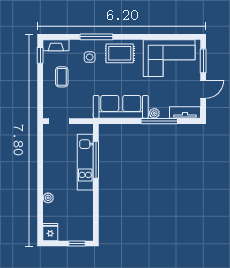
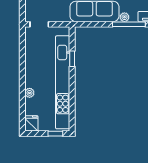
window: (96, 160) -> (72, 59), width x0.46
kitchen unit: (85, 162) -> (63, 82), width x1.86

